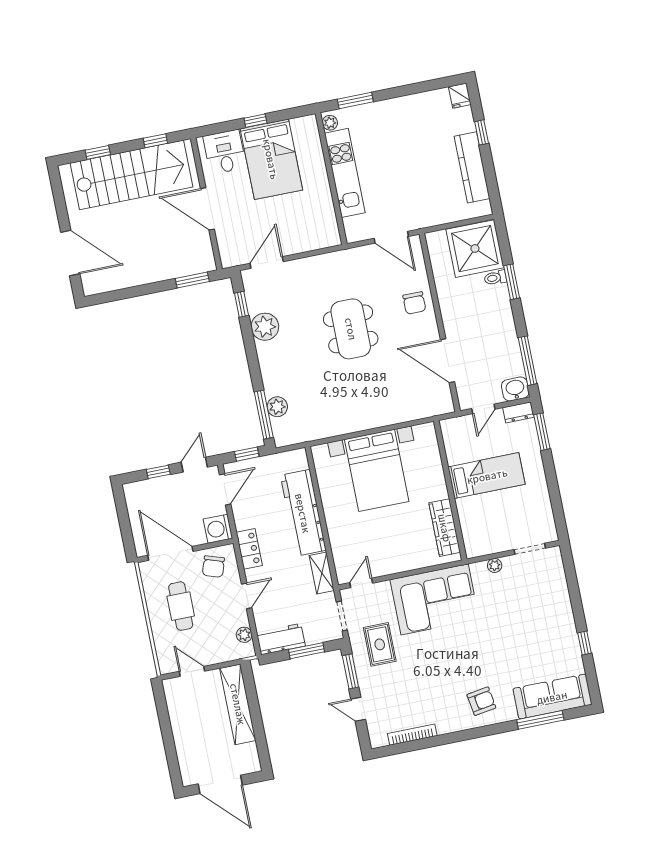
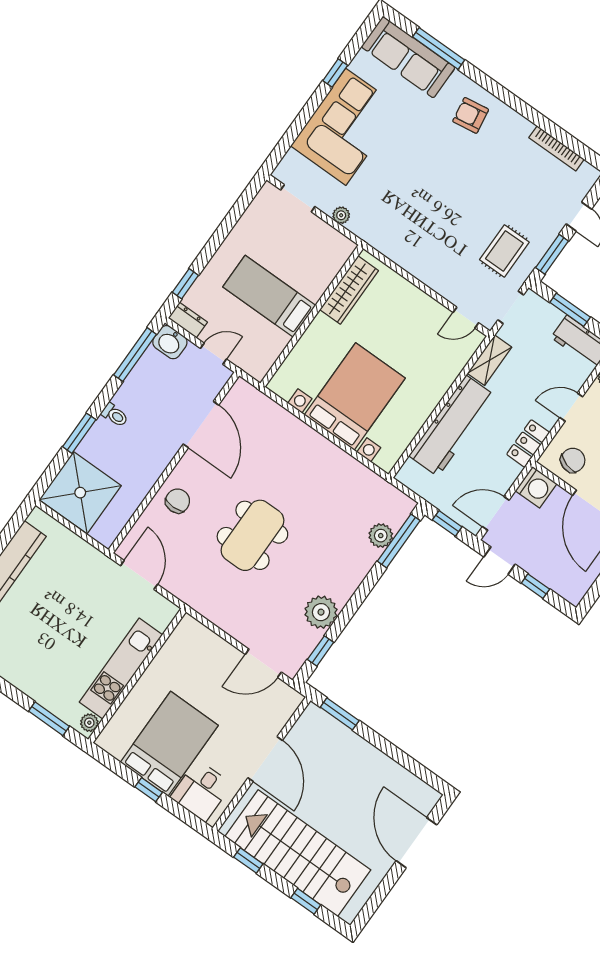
toilet: (495, 278) -> (115, 415), moved
window: (542, 432) -> (185, 284), width x0.67
corner sofa: (435, 599) -> (346, 127), moved, turned 90

